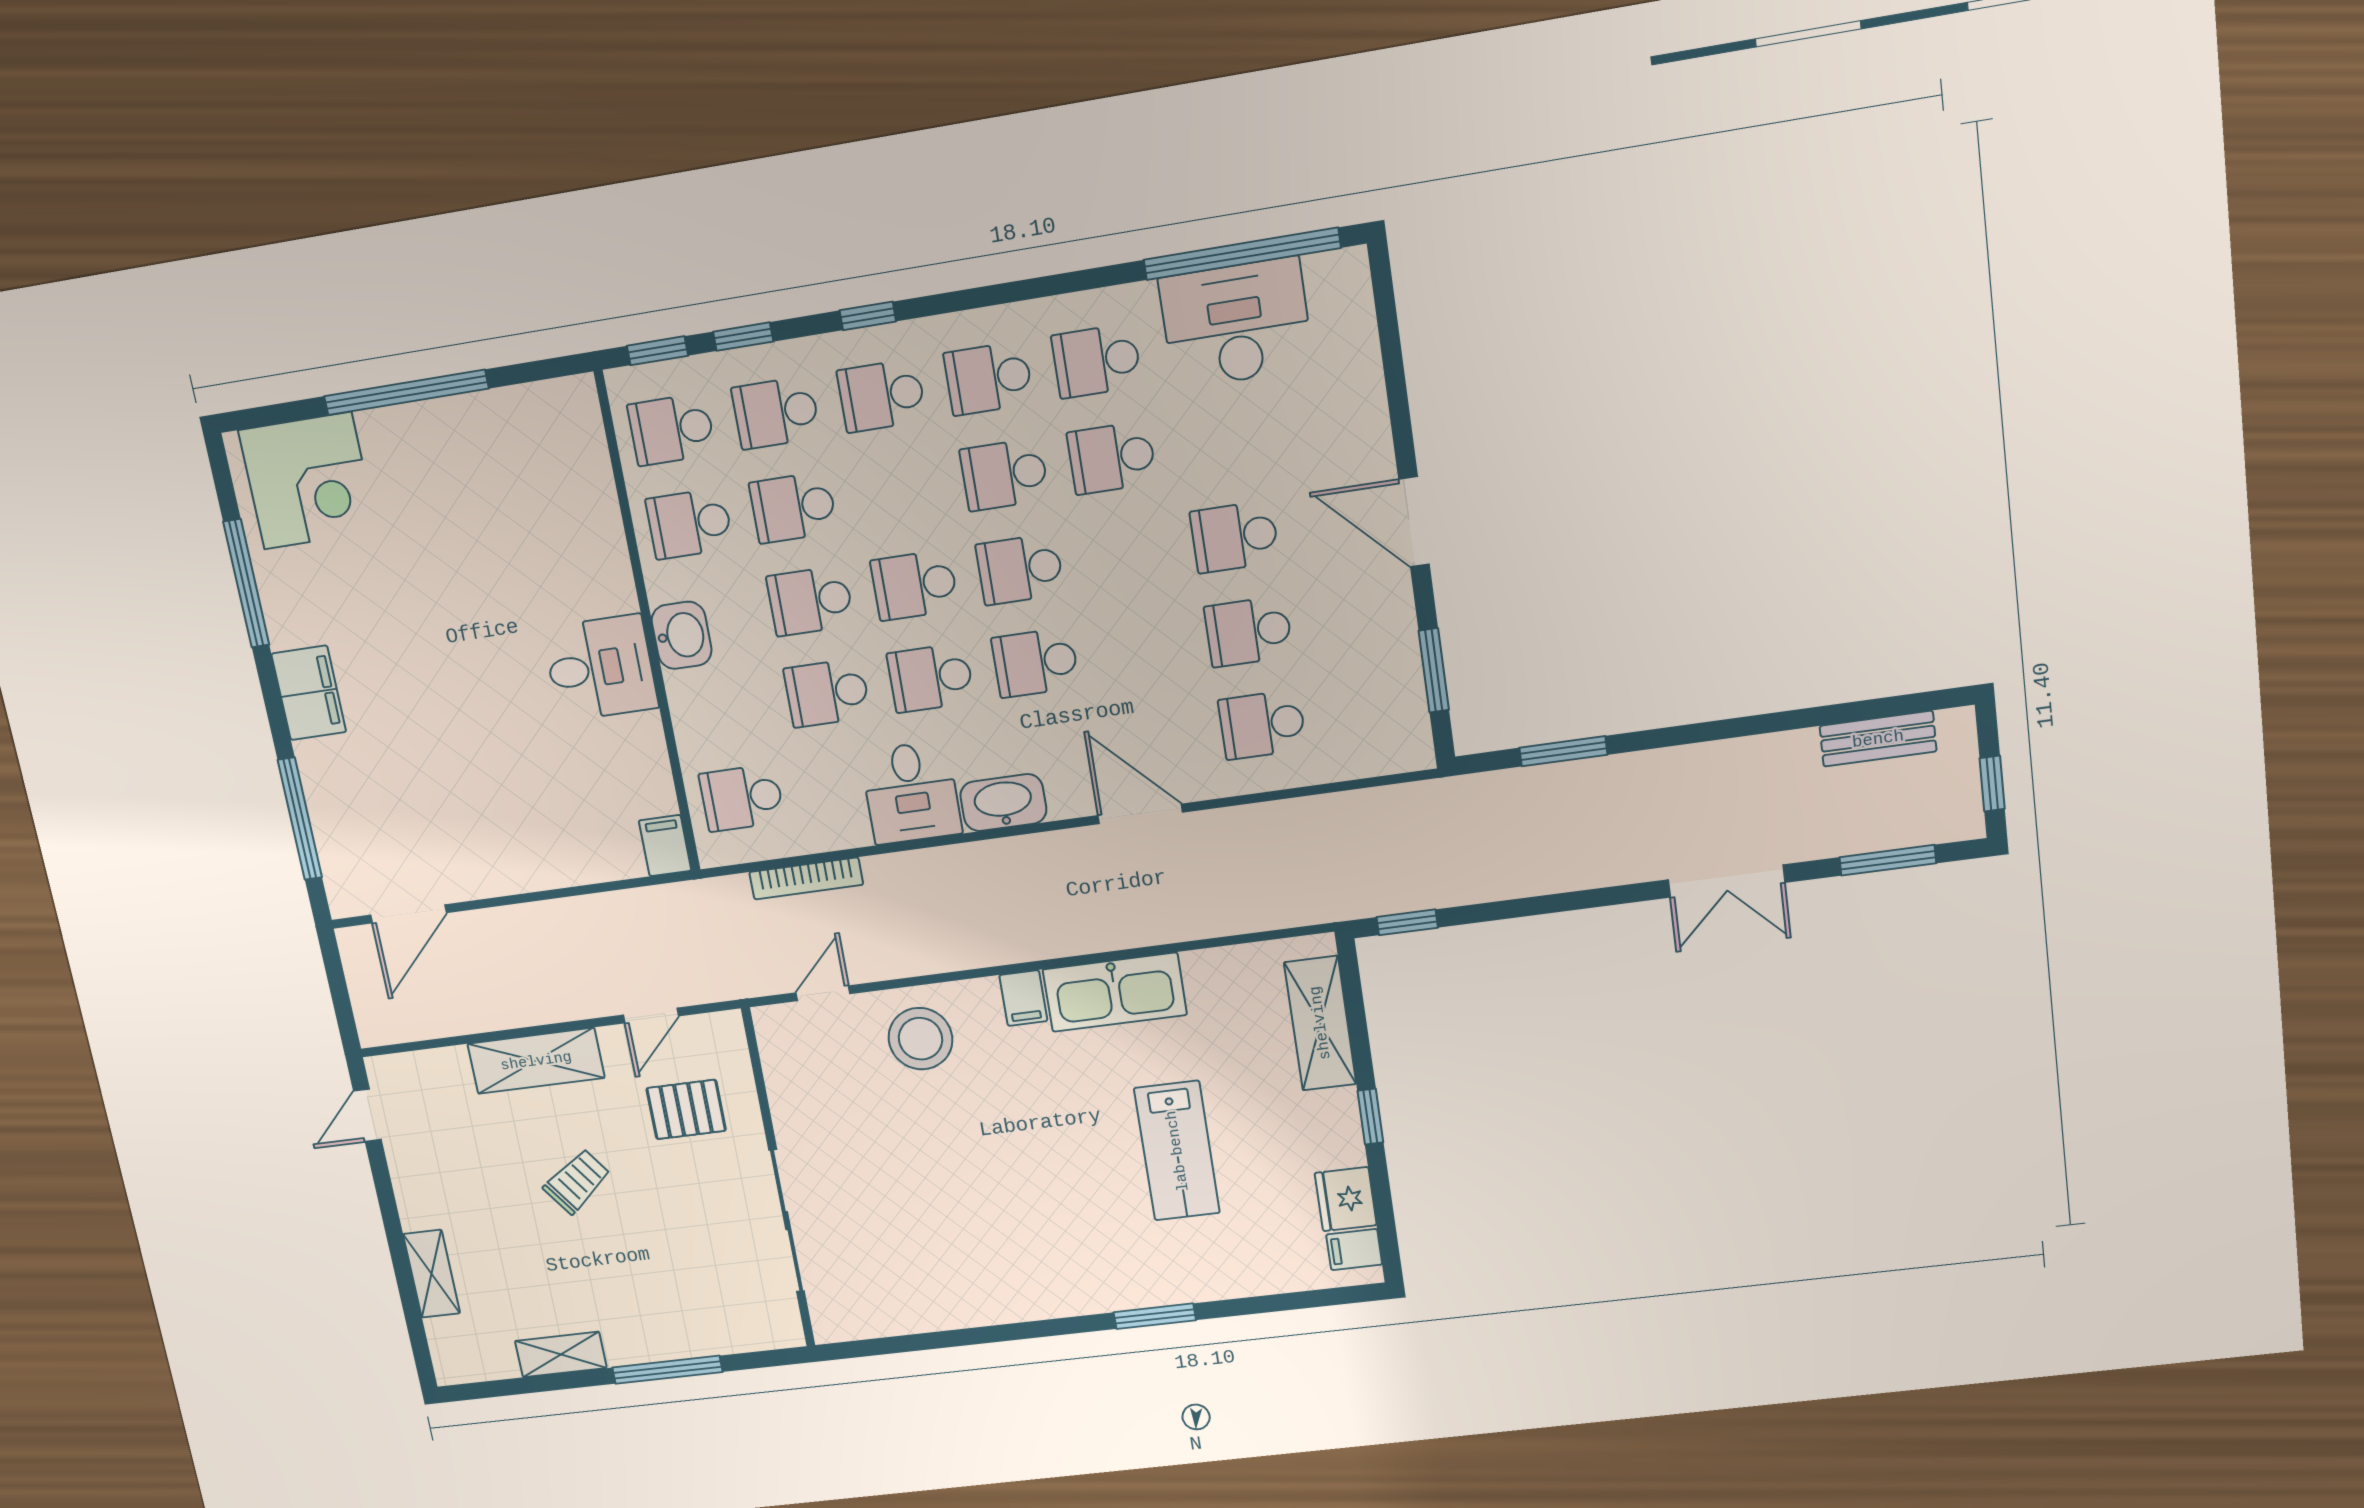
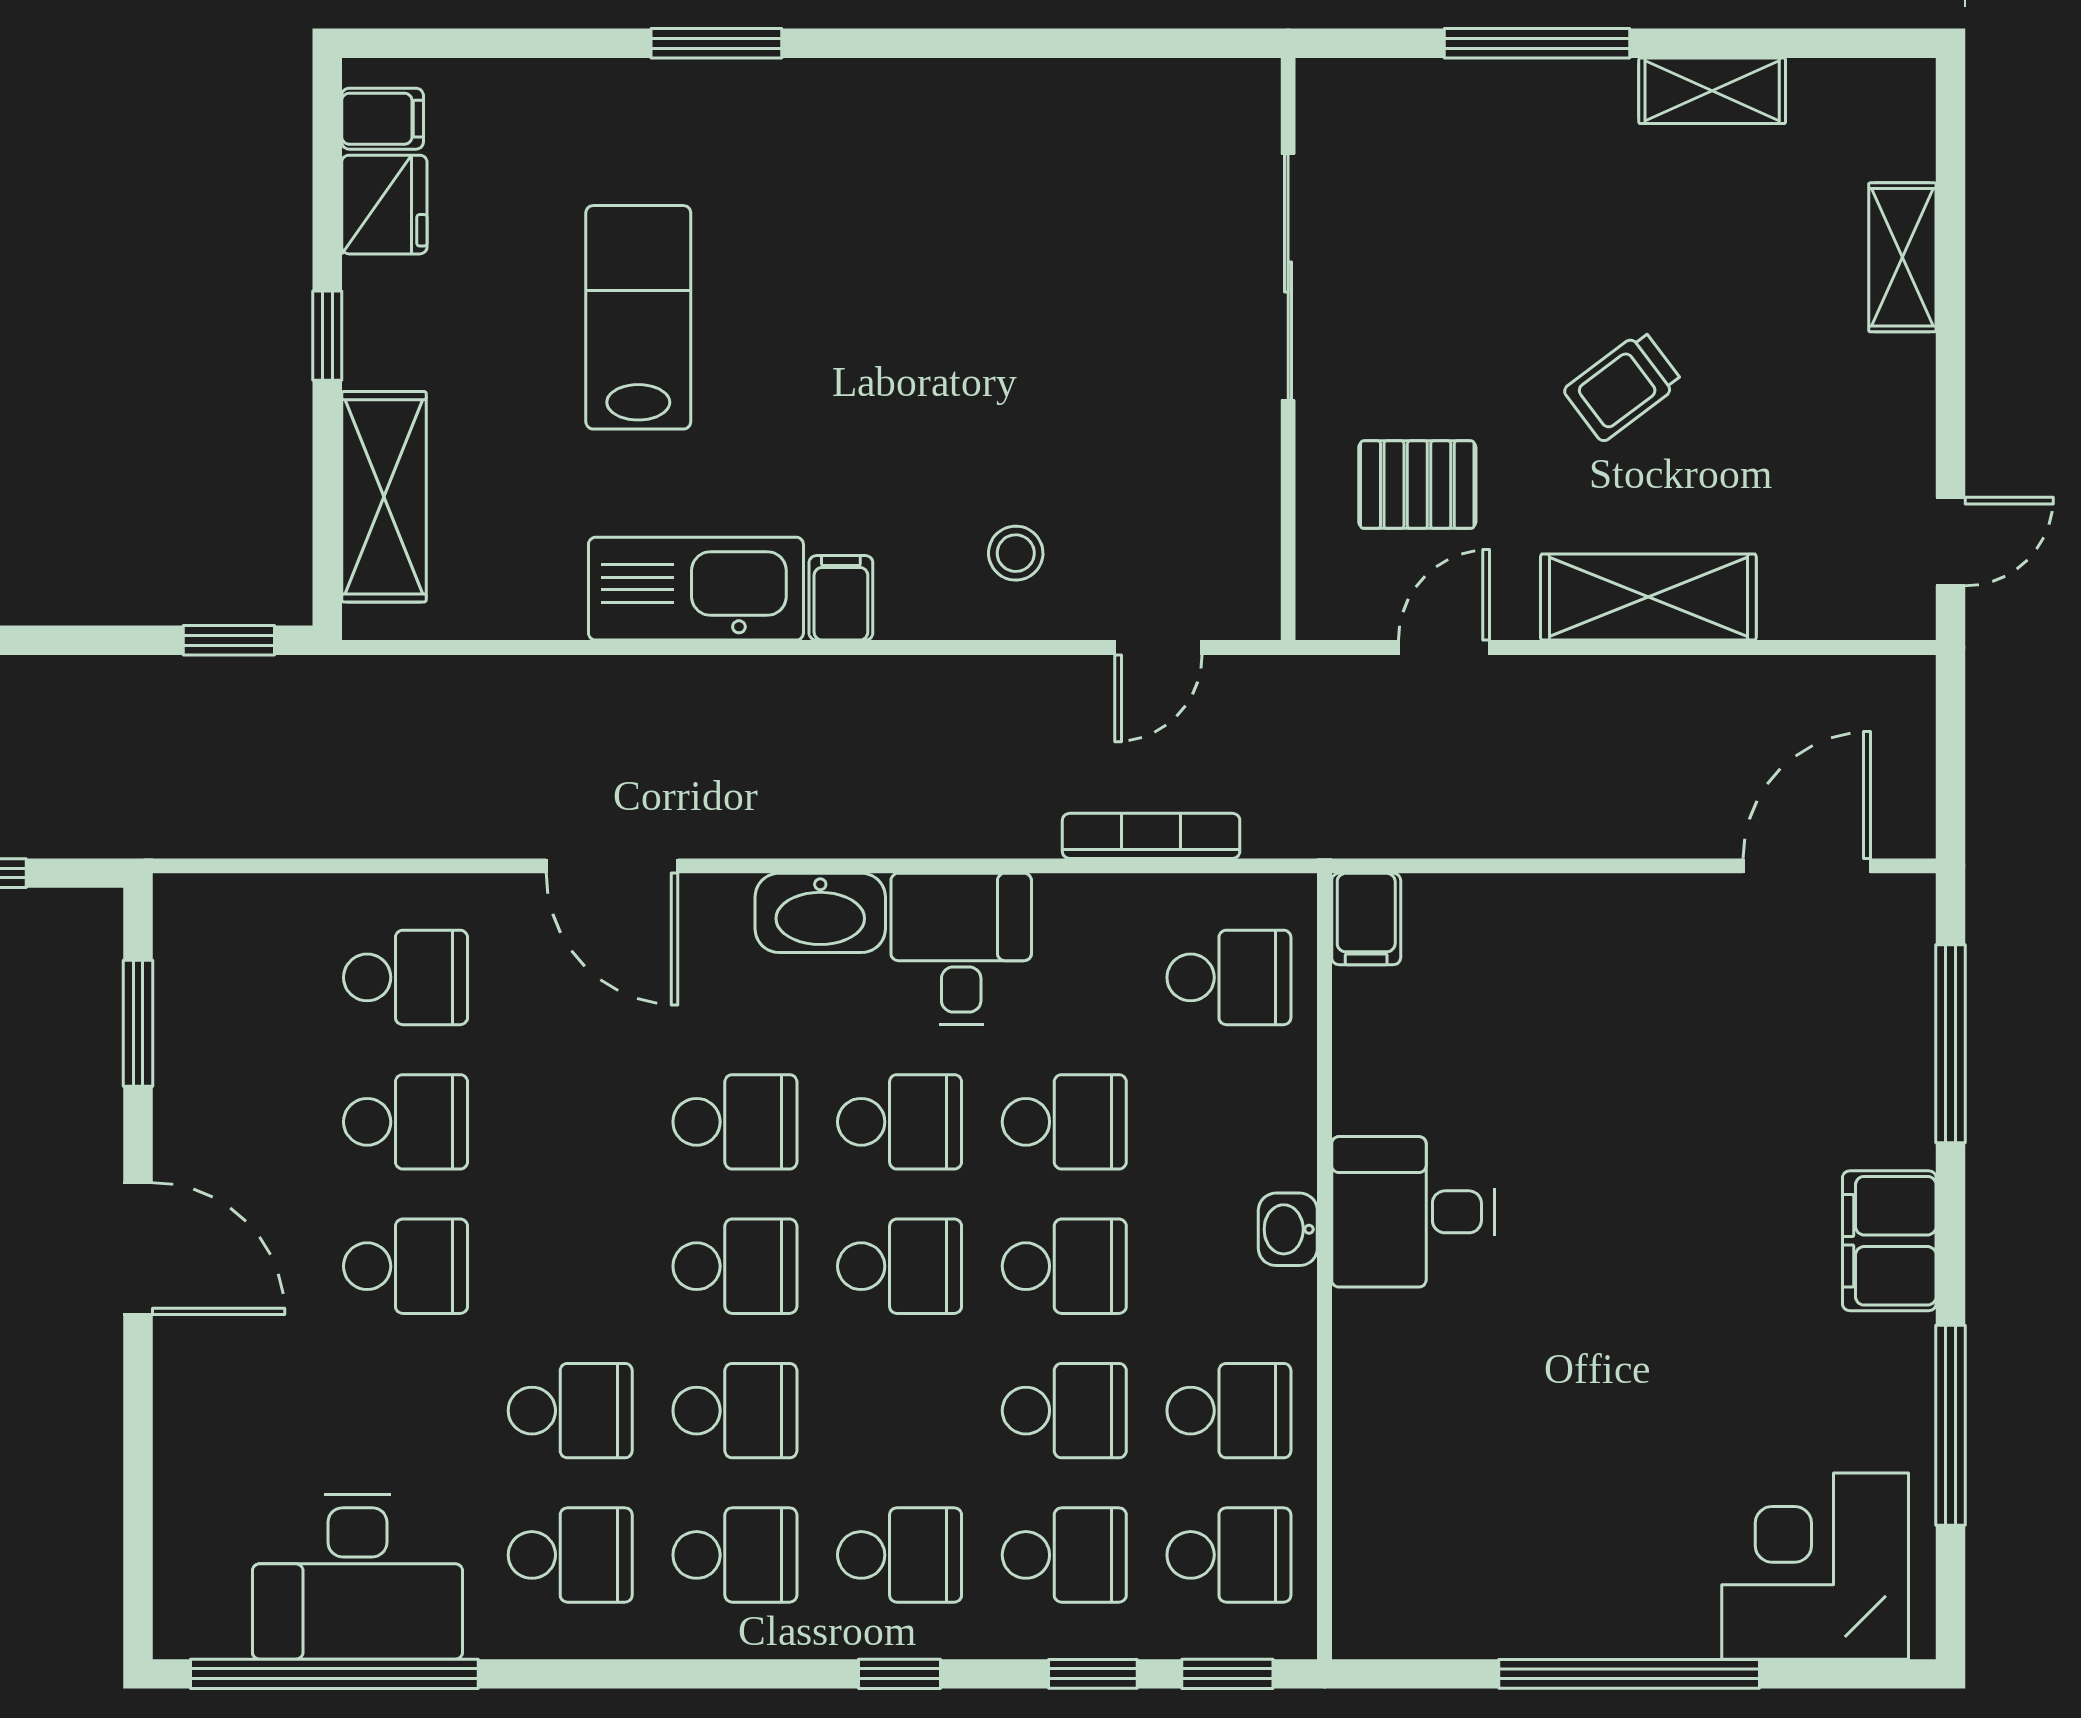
washbasin: (682, 635) -> (1288, 1229), width x0.72, depth x0.69
stool: (920, 1039) -> (1016, 553), width x0.53, depth x0.53

